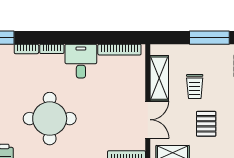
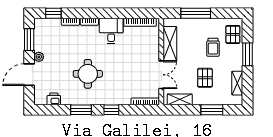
window: (209, 38) -> (196, 13), moved
trolley: (195, 87) -> (213, 47), moved
round table: (50, 119) -> (88, 74), width x0.73, depth x0.73

